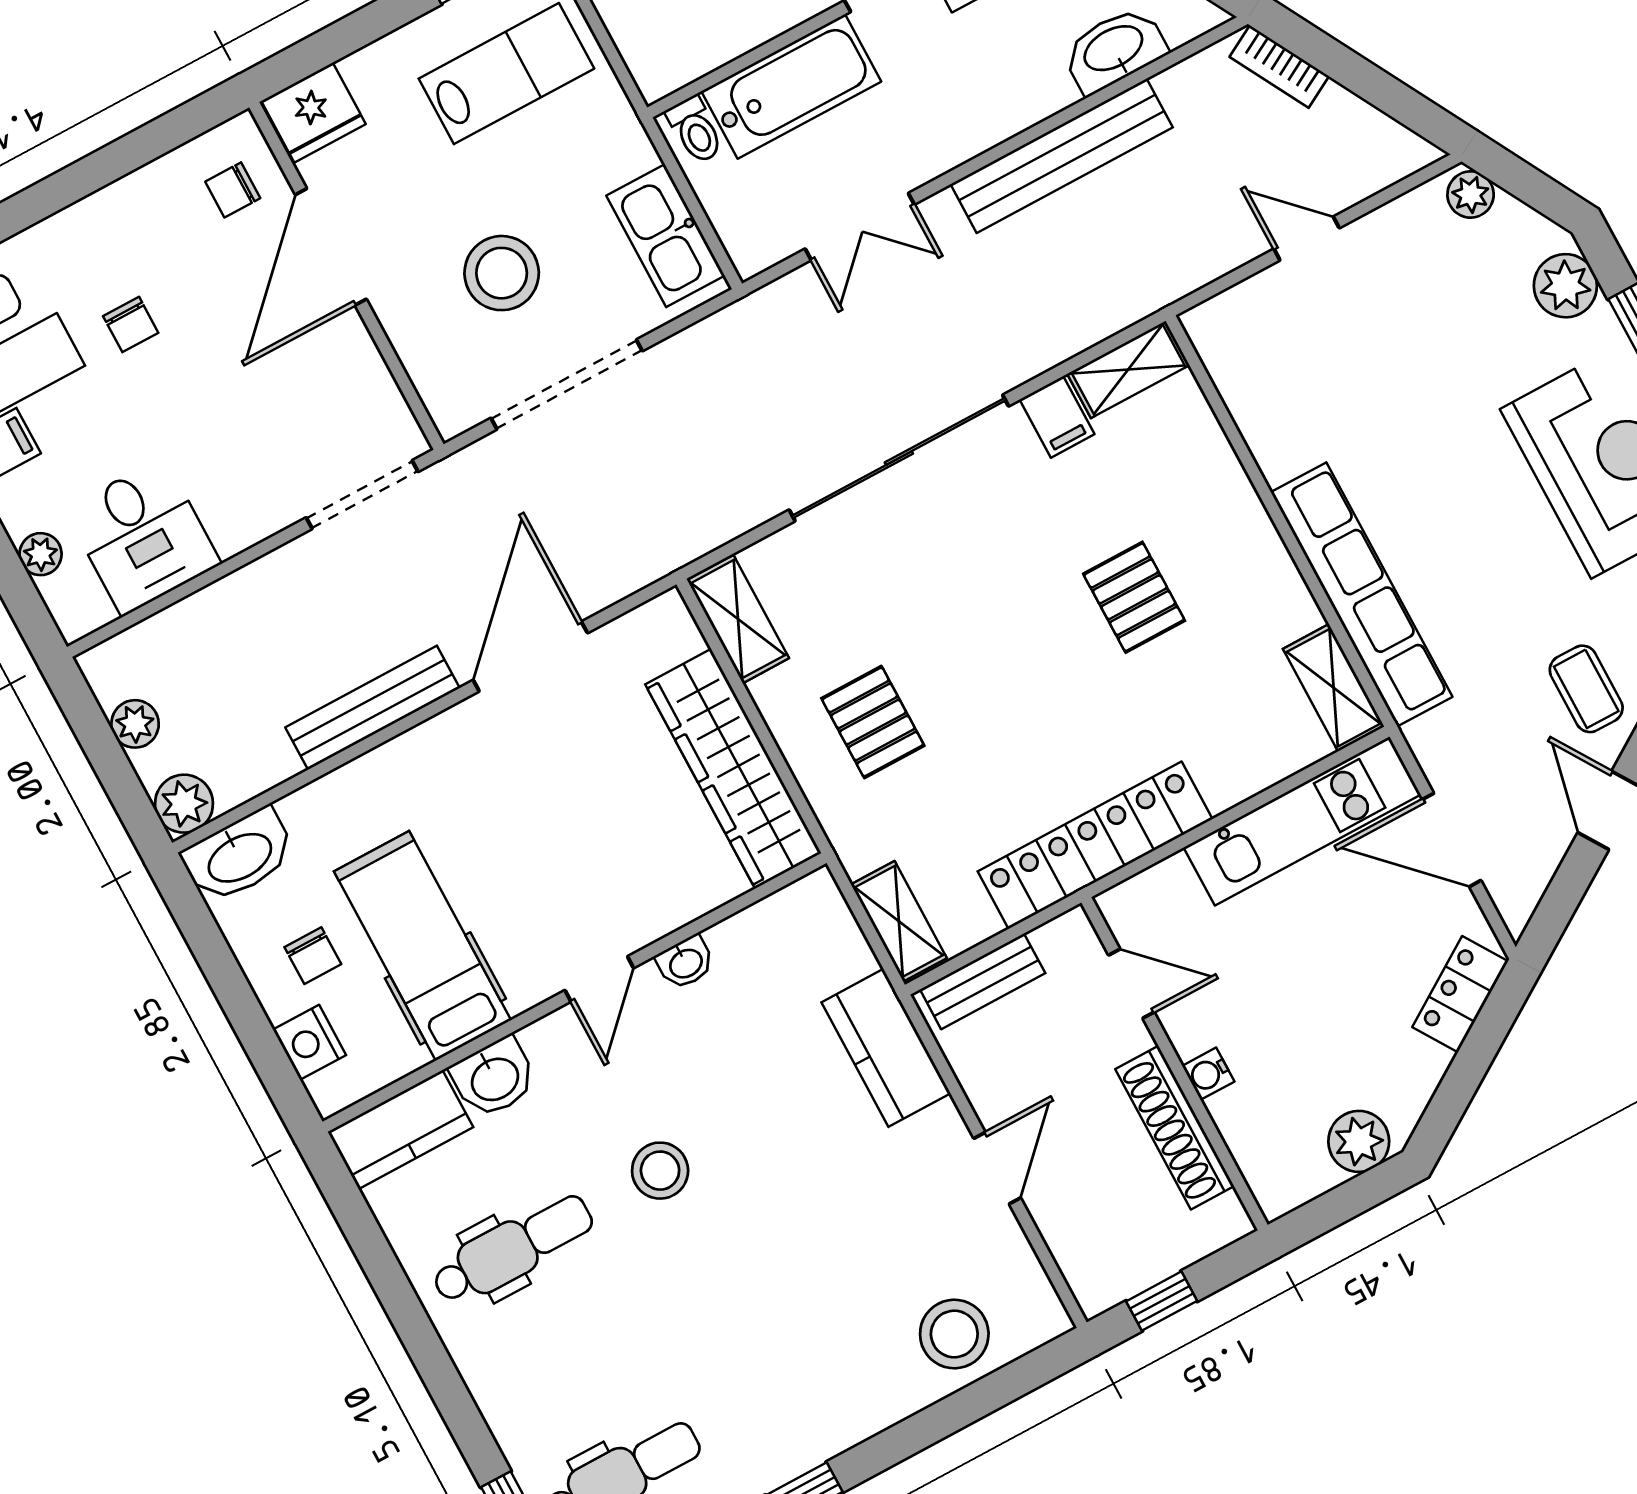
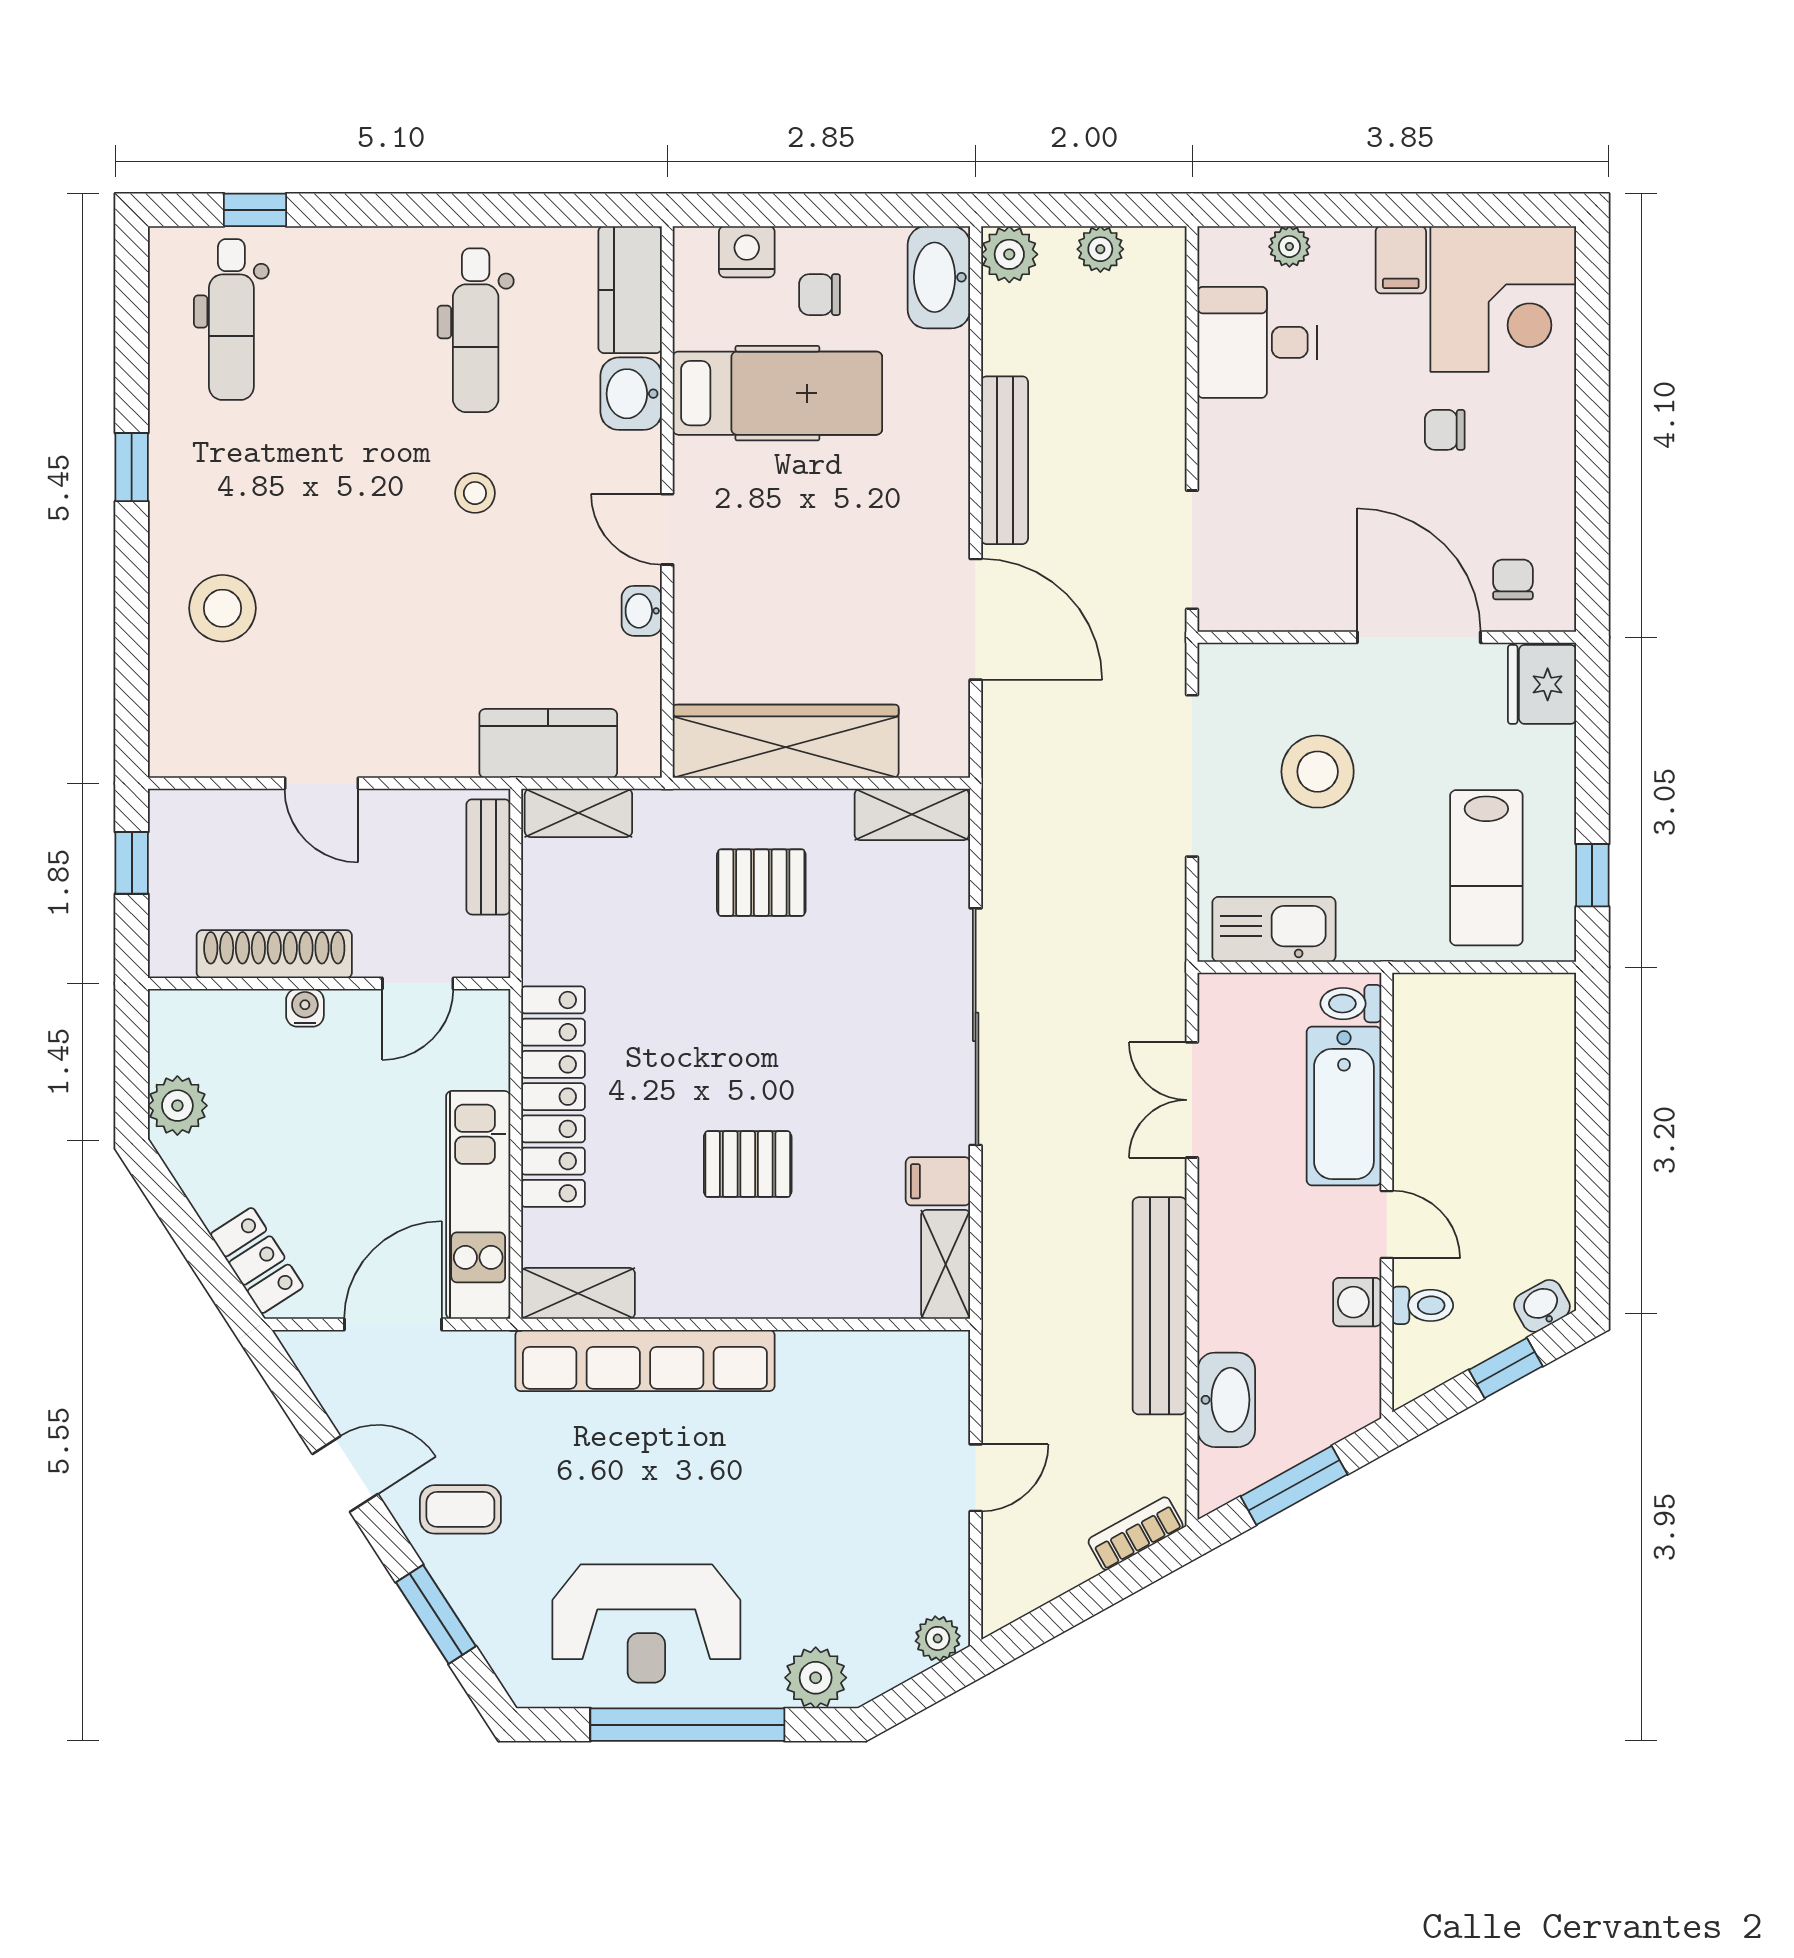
locker: (1095, 845) -> (553, 1097), moved
kitchen counter: (886, 1048) -> (548, 743), moved
stool: (660, 1171) -> (475, 493), width x0.73, depth x0.73
stool: (954, 1334) -> (222, 608), moved

